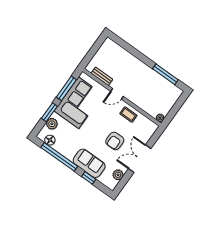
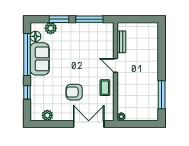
corner sofa: (79, 103) -> (85, 38), removed
double door: (140, 159) -> (89, 124), moved
sofa: (89, 163) -> (40, 59), moved

